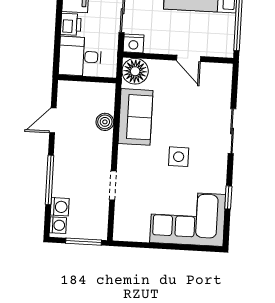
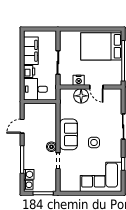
nightstand: (133, 43) -> (79, 80), moved
floor lamp: (135, 71) -> (81, 96), moved
sofa: (136, 117) -> (68, 134), moved
boiler: (105, 122) -> (51, 147), moved

